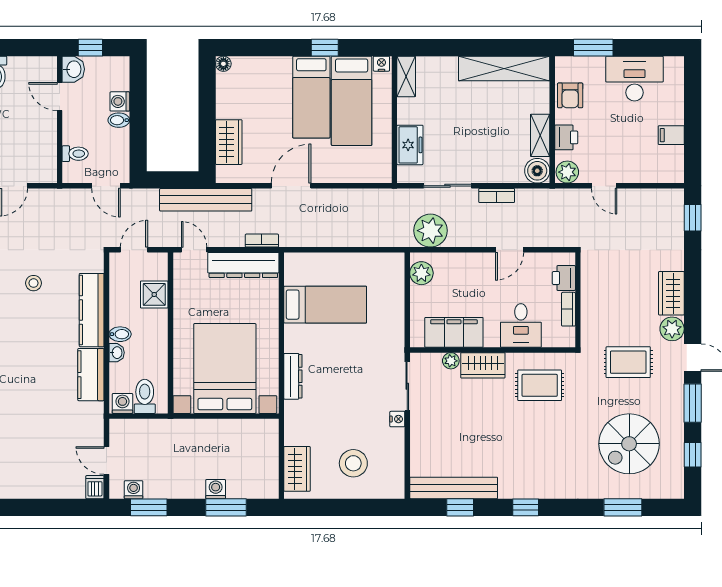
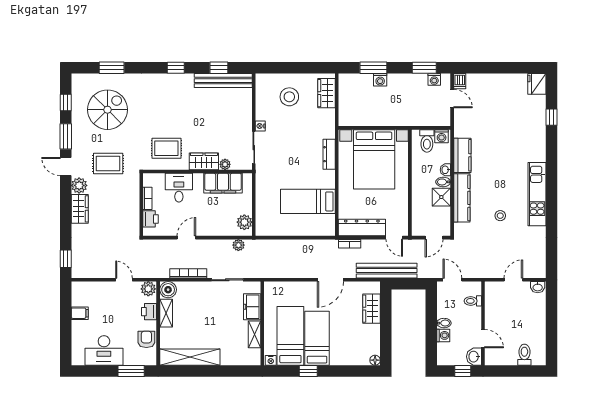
shelving: (406, 76) -> (255, 334), moved
bookcase: (497, 195) -> (188, 273), width x1.56
plant: (430, 231) -> (238, 245), width x0.53, depth x0.53
shower: (154, 294) -> (441, 197), moved

